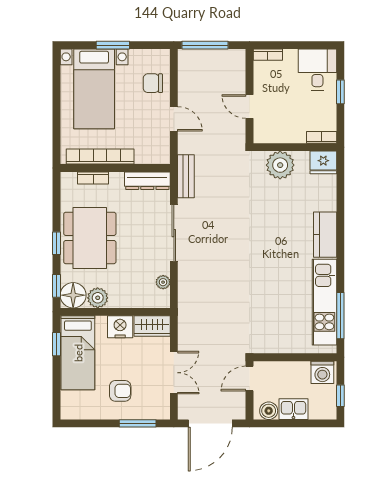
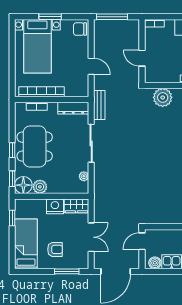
chair: (153, 83) -> (80, 29), moved
bed: (78, 353) -> (26, 244), moved, turned 180

